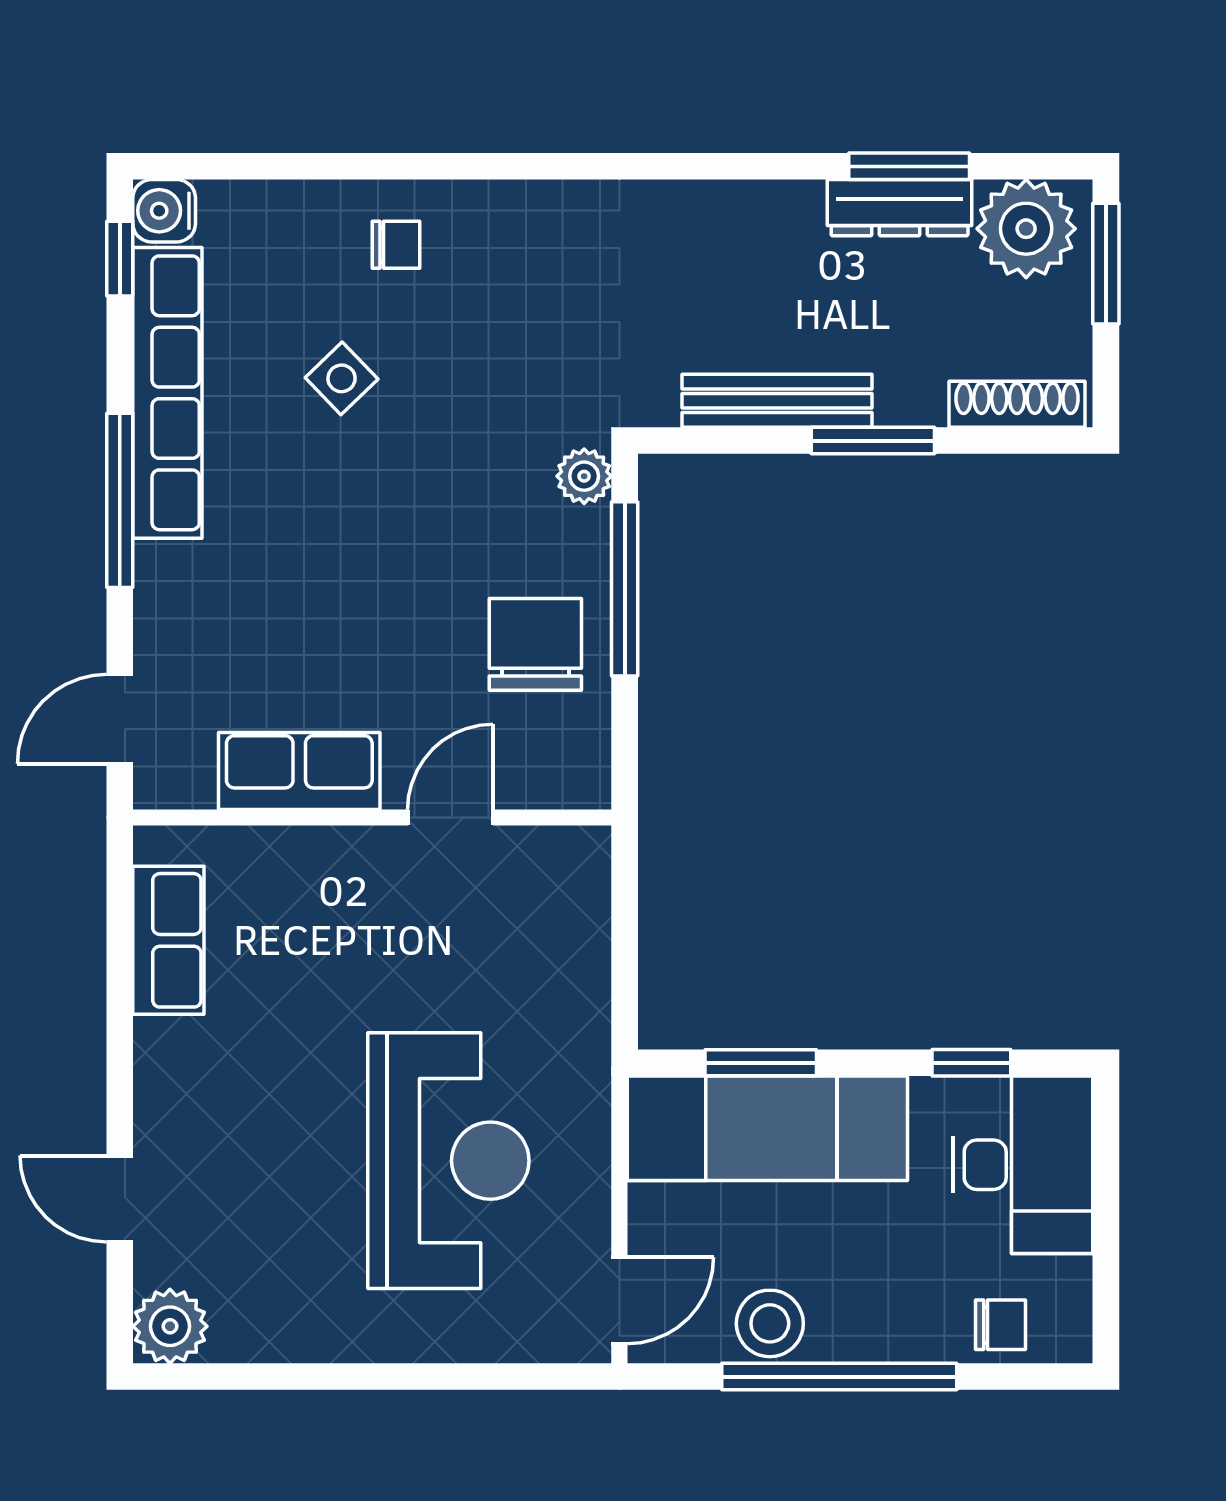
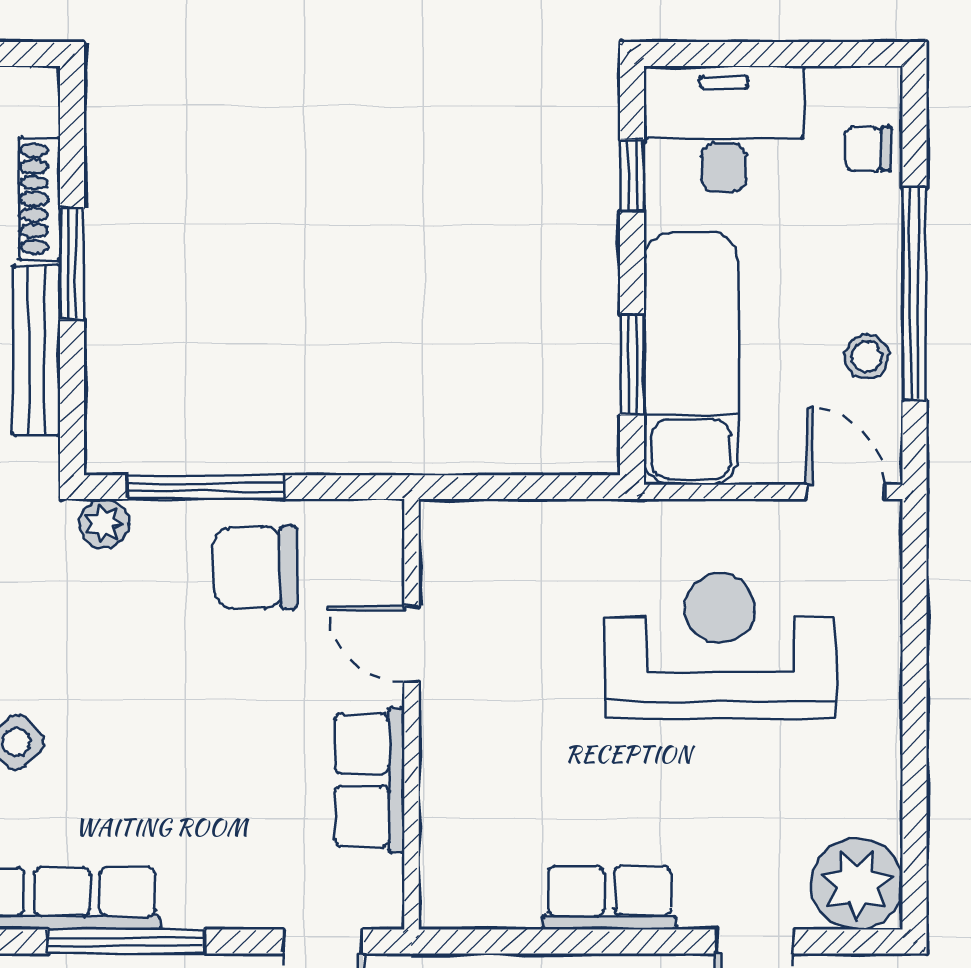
shoe rack: (1017, 404) -> (39, 199), moved
row of seats: (168, 940) -> (609, 898), moved
stool: (770, 1323) -> (867, 356), width x0.73, depth x0.73
chair: (1000, 1325) -> (868, 149), turned -90
plant: (170, 1326) -> (857, 884), width x1.36, depth x1.36

